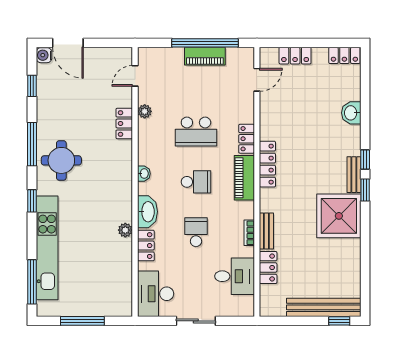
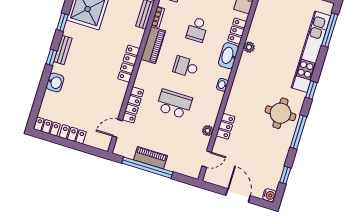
door: (68, 43) -> (238, 196), moved
locker: (295, 56) -> (73, 134), moved
locker: (247, 139) -> (133, 105), moved, width x1.53
window: (365, 160) -> (52, 57), moved
bench: (354, 175) -> (63, 50), moved
piano: (244, 178) -> (153, 45), moved

